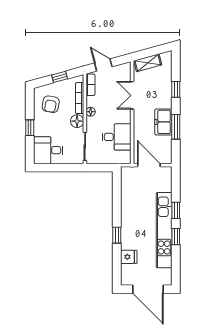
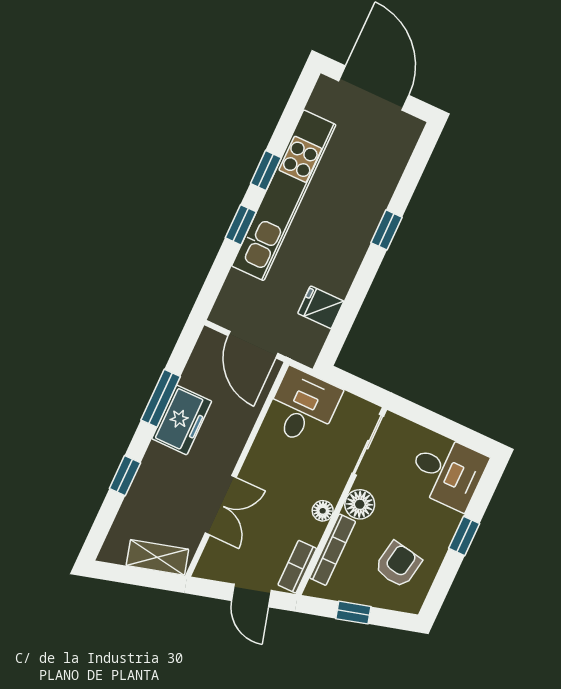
desk: (117, 137) -> (303, 407), moved, turned 90
fridge: (129, 257) -> (321, 307), moved

